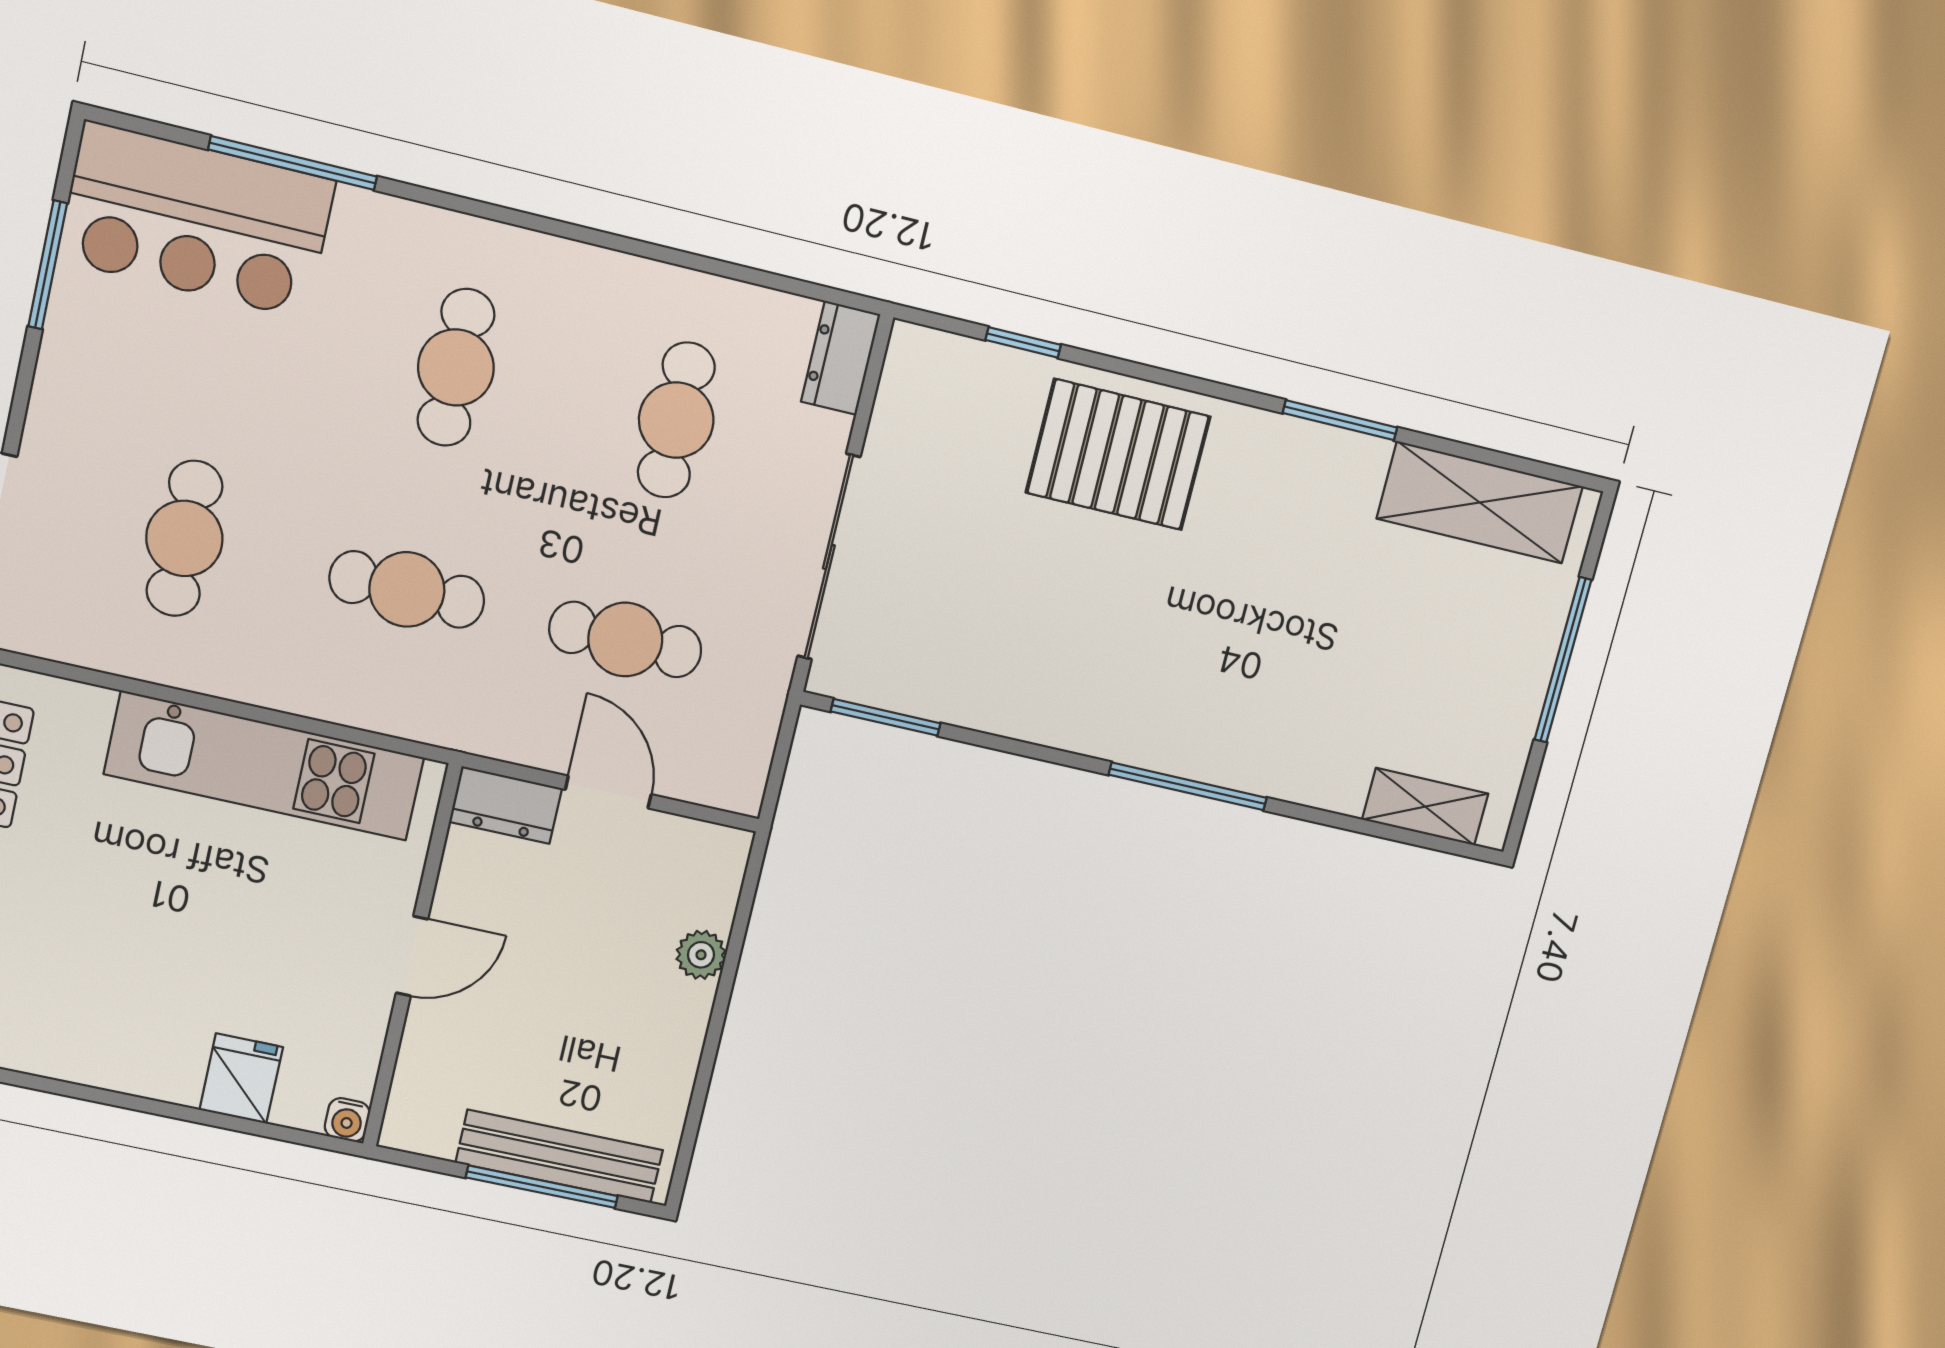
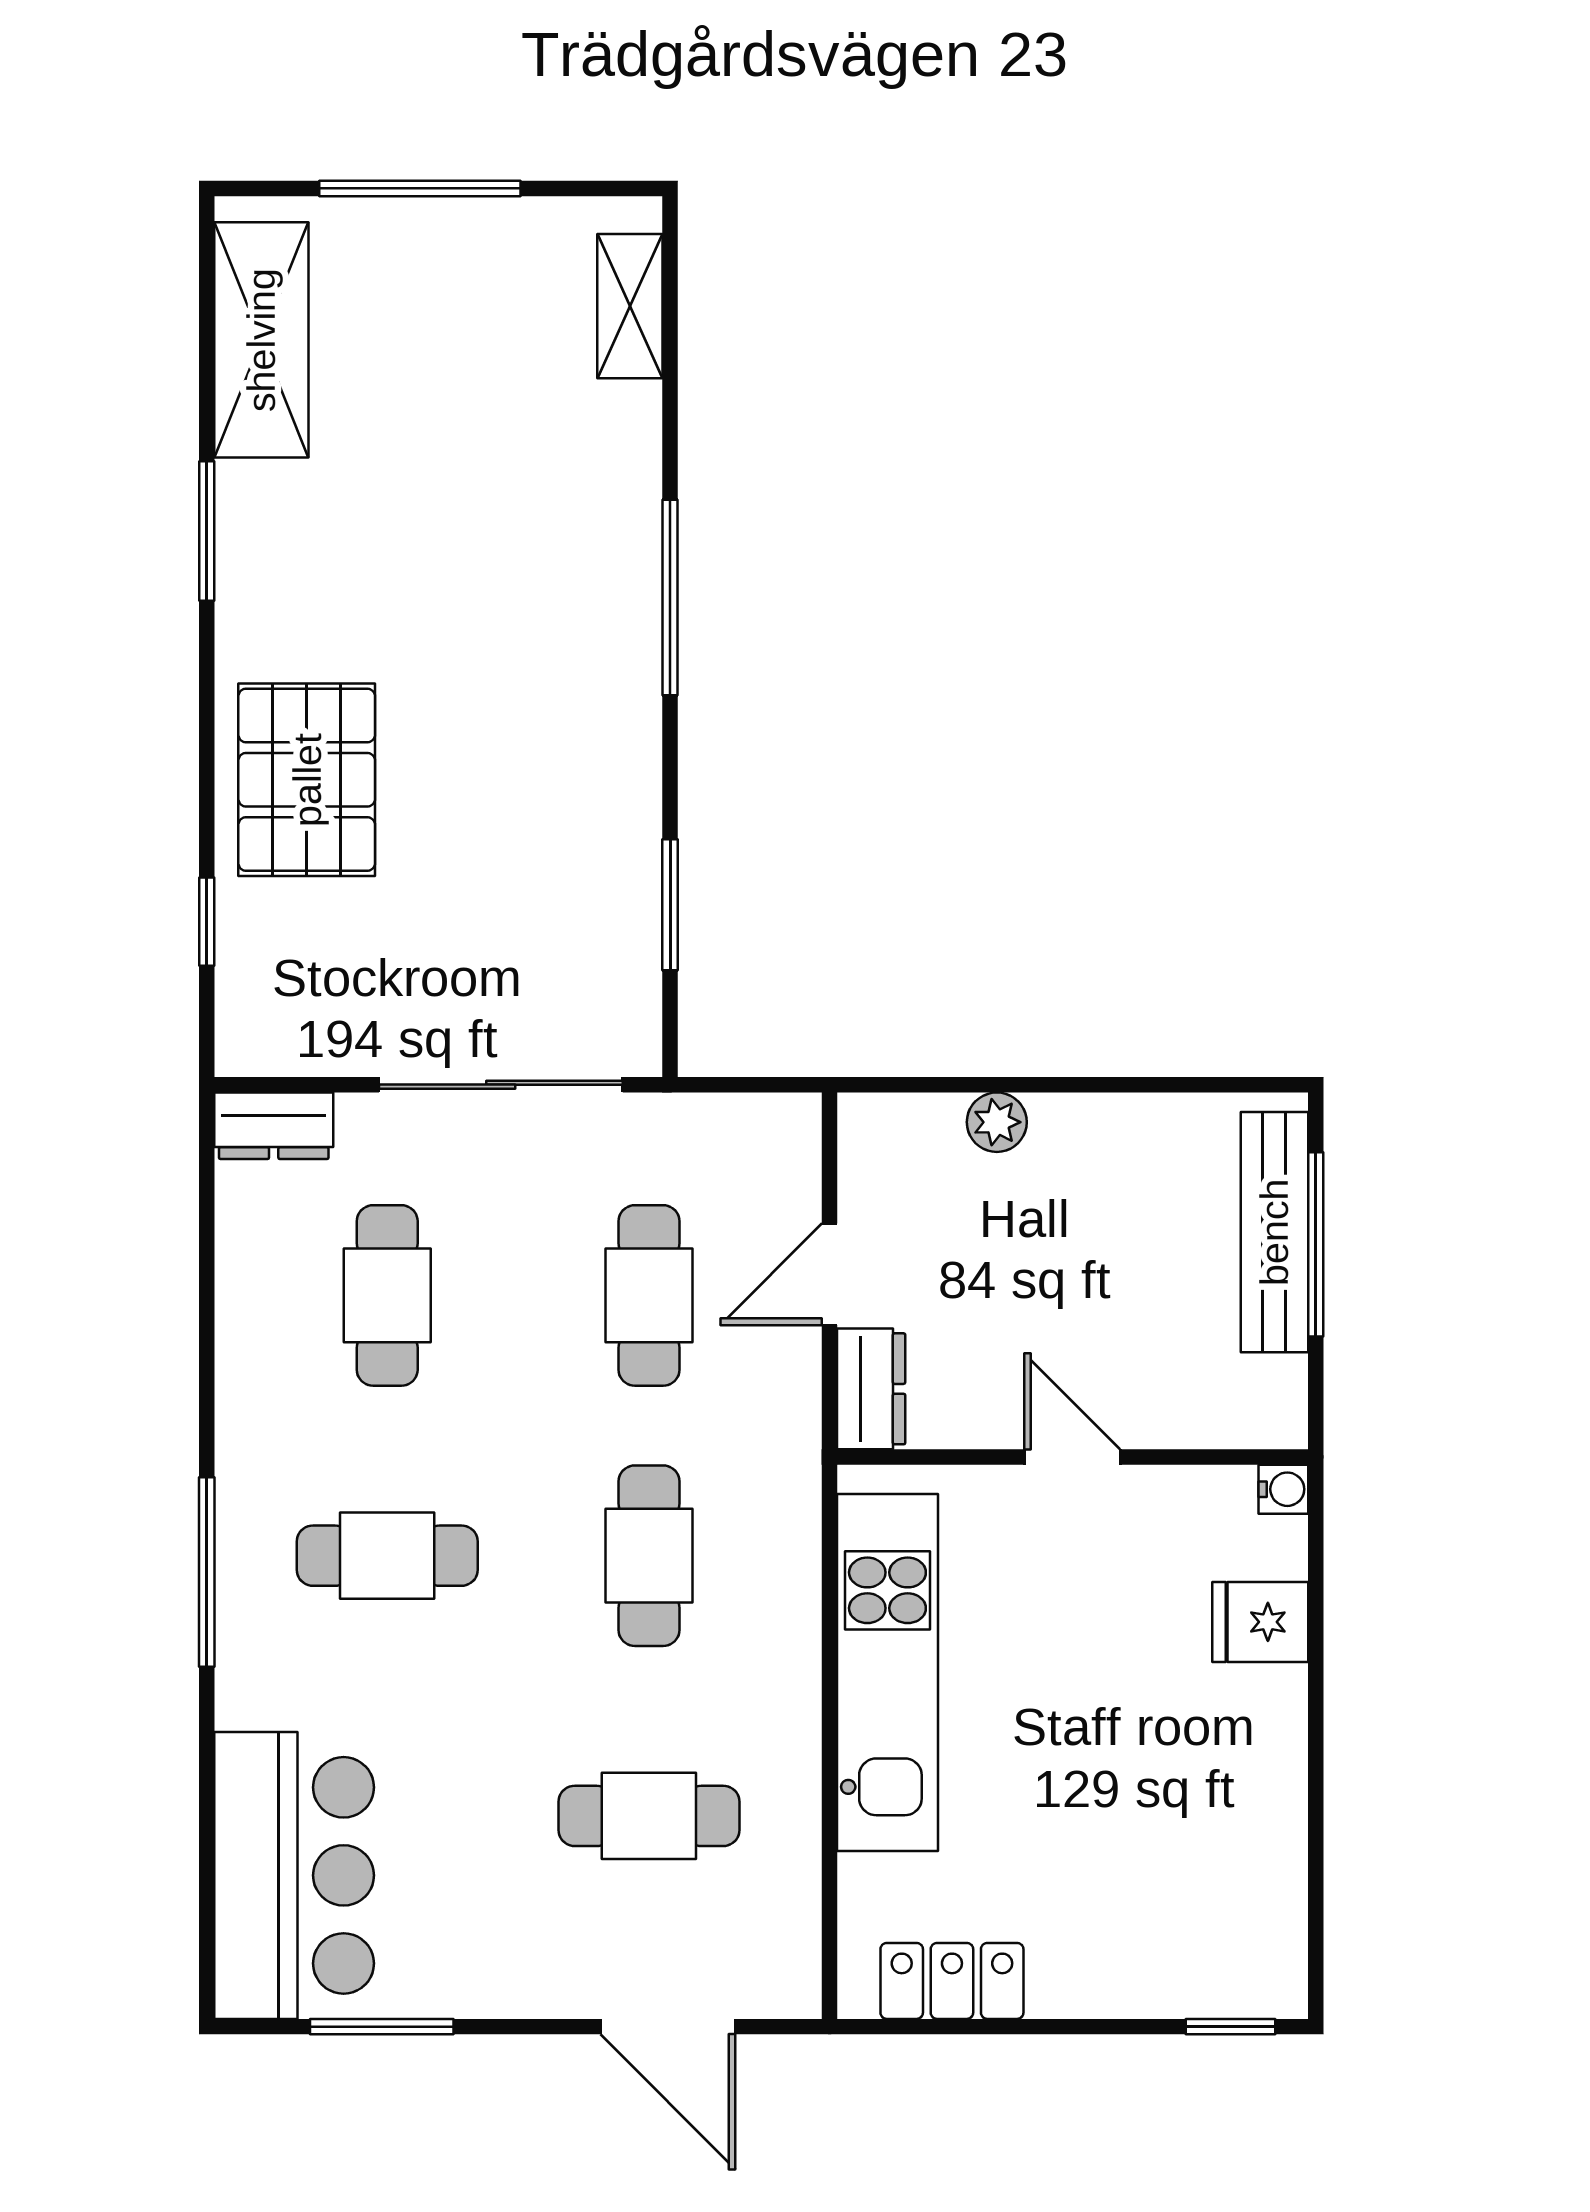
window: (293, 163) -> (207, 1572), moved
cafe table: (676, 420) -> (387, 1295), turned 90
window: (886, 717) -> (670, 905), moved

